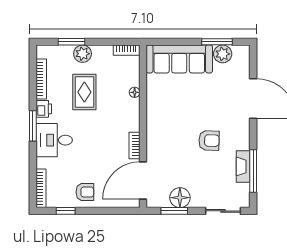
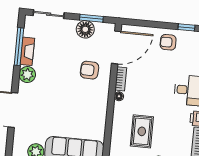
rug: (84, 92) -> (142, 131), moved
floor lamp: (135, 92) -> (119, 96), moved
armchair: (209, 140) -> (90, 70), moved
plant: (241, 140) -> (27, 75), added

